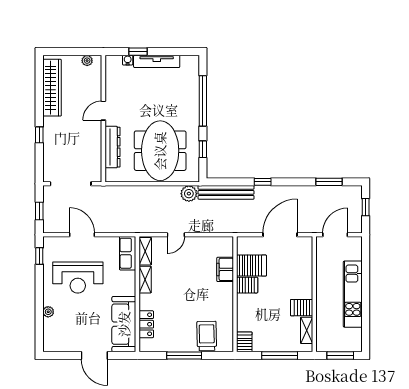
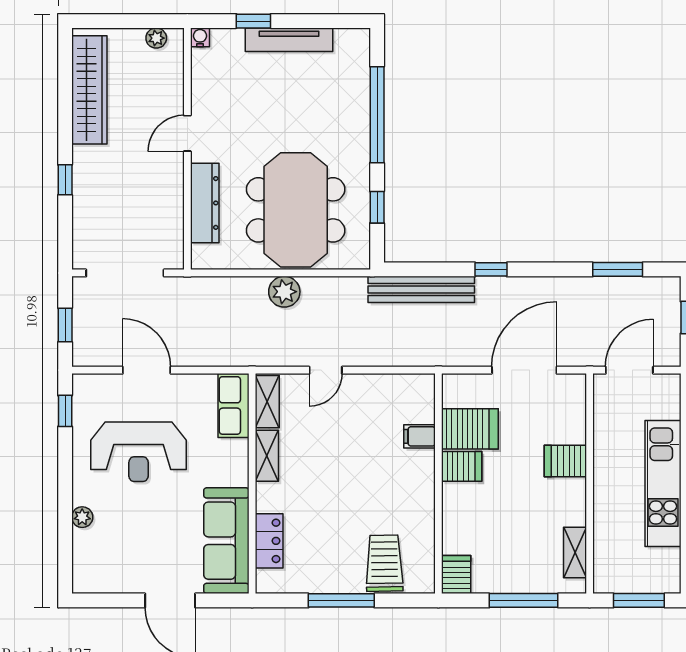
water cooler: (128, 60) -> (200, 37), moved
plant: (189, 194) -> (284, 292), moved
filing cabinet: (225, 269) -> (420, 436), width x0.50
server rack: (302, 308) -> (565, 461), moved

